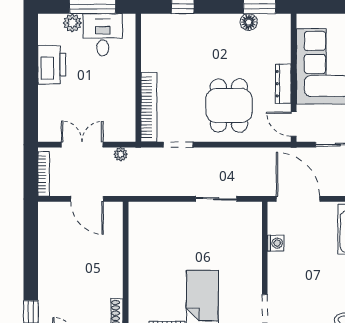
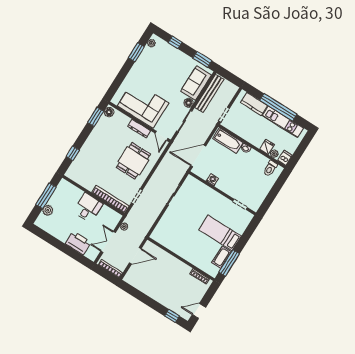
floor lamp: (249, 22) -> (109, 112), moved
desk: (103, 35) -> (88, 208), moved, turned 90
printer: (52, 65) -> (78, 243), moved
dining table: (229, 105) -> (133, 161), turned 90
door: (294, 124) -> (161, 136), hinge flipped

